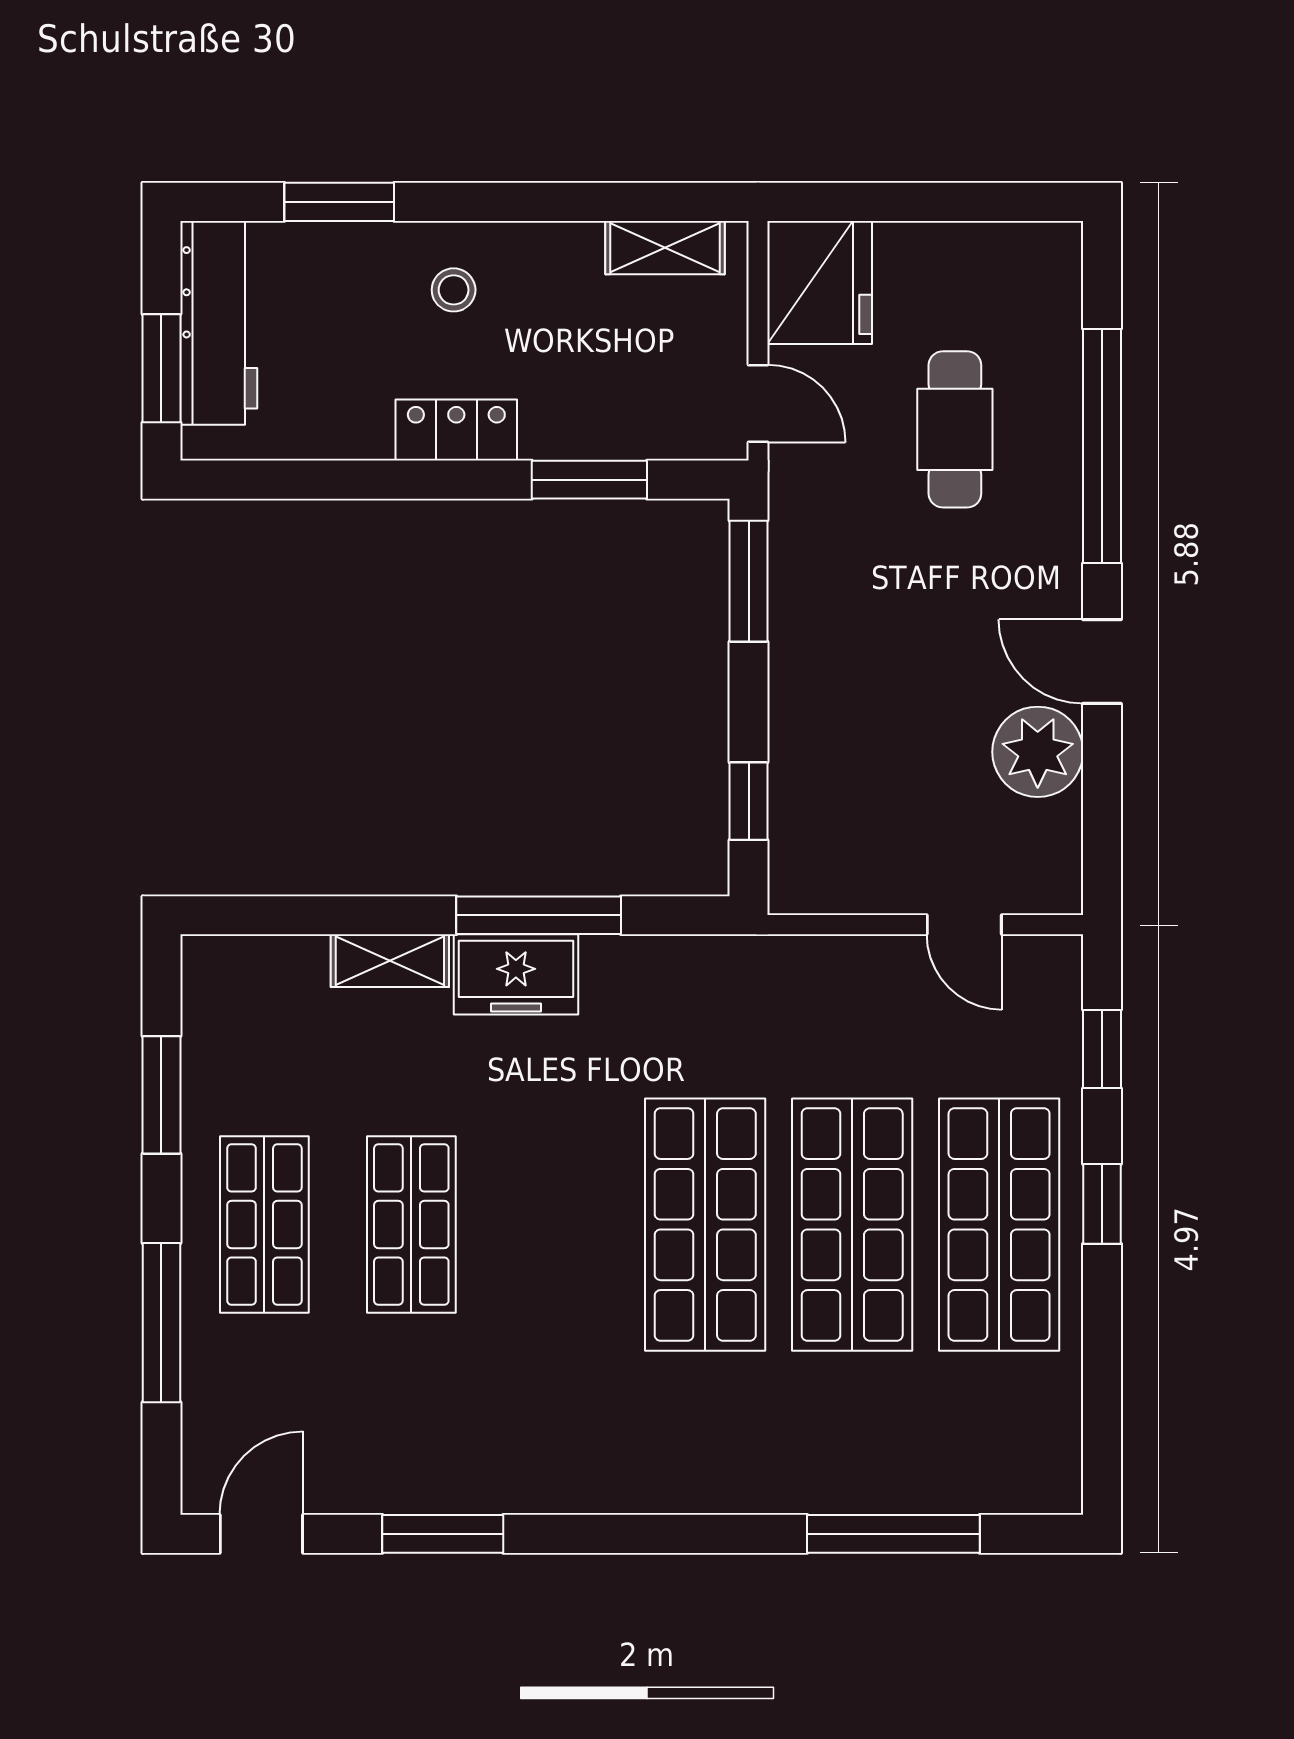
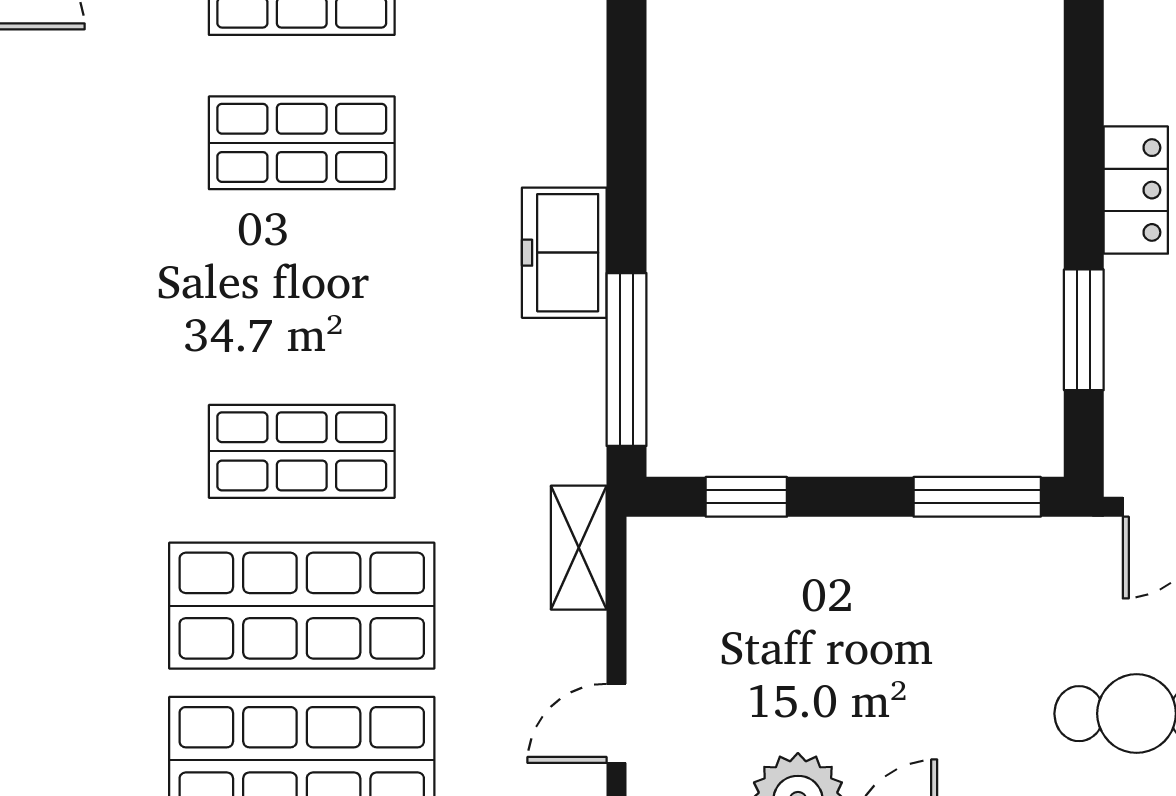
window: (539, 915) -> (626, 360), moved
shelving: (390, 961) -> (579, 548), moved
shop shelf: (705, 1225) -> (302, 451), width x0.70, depth x0.74

